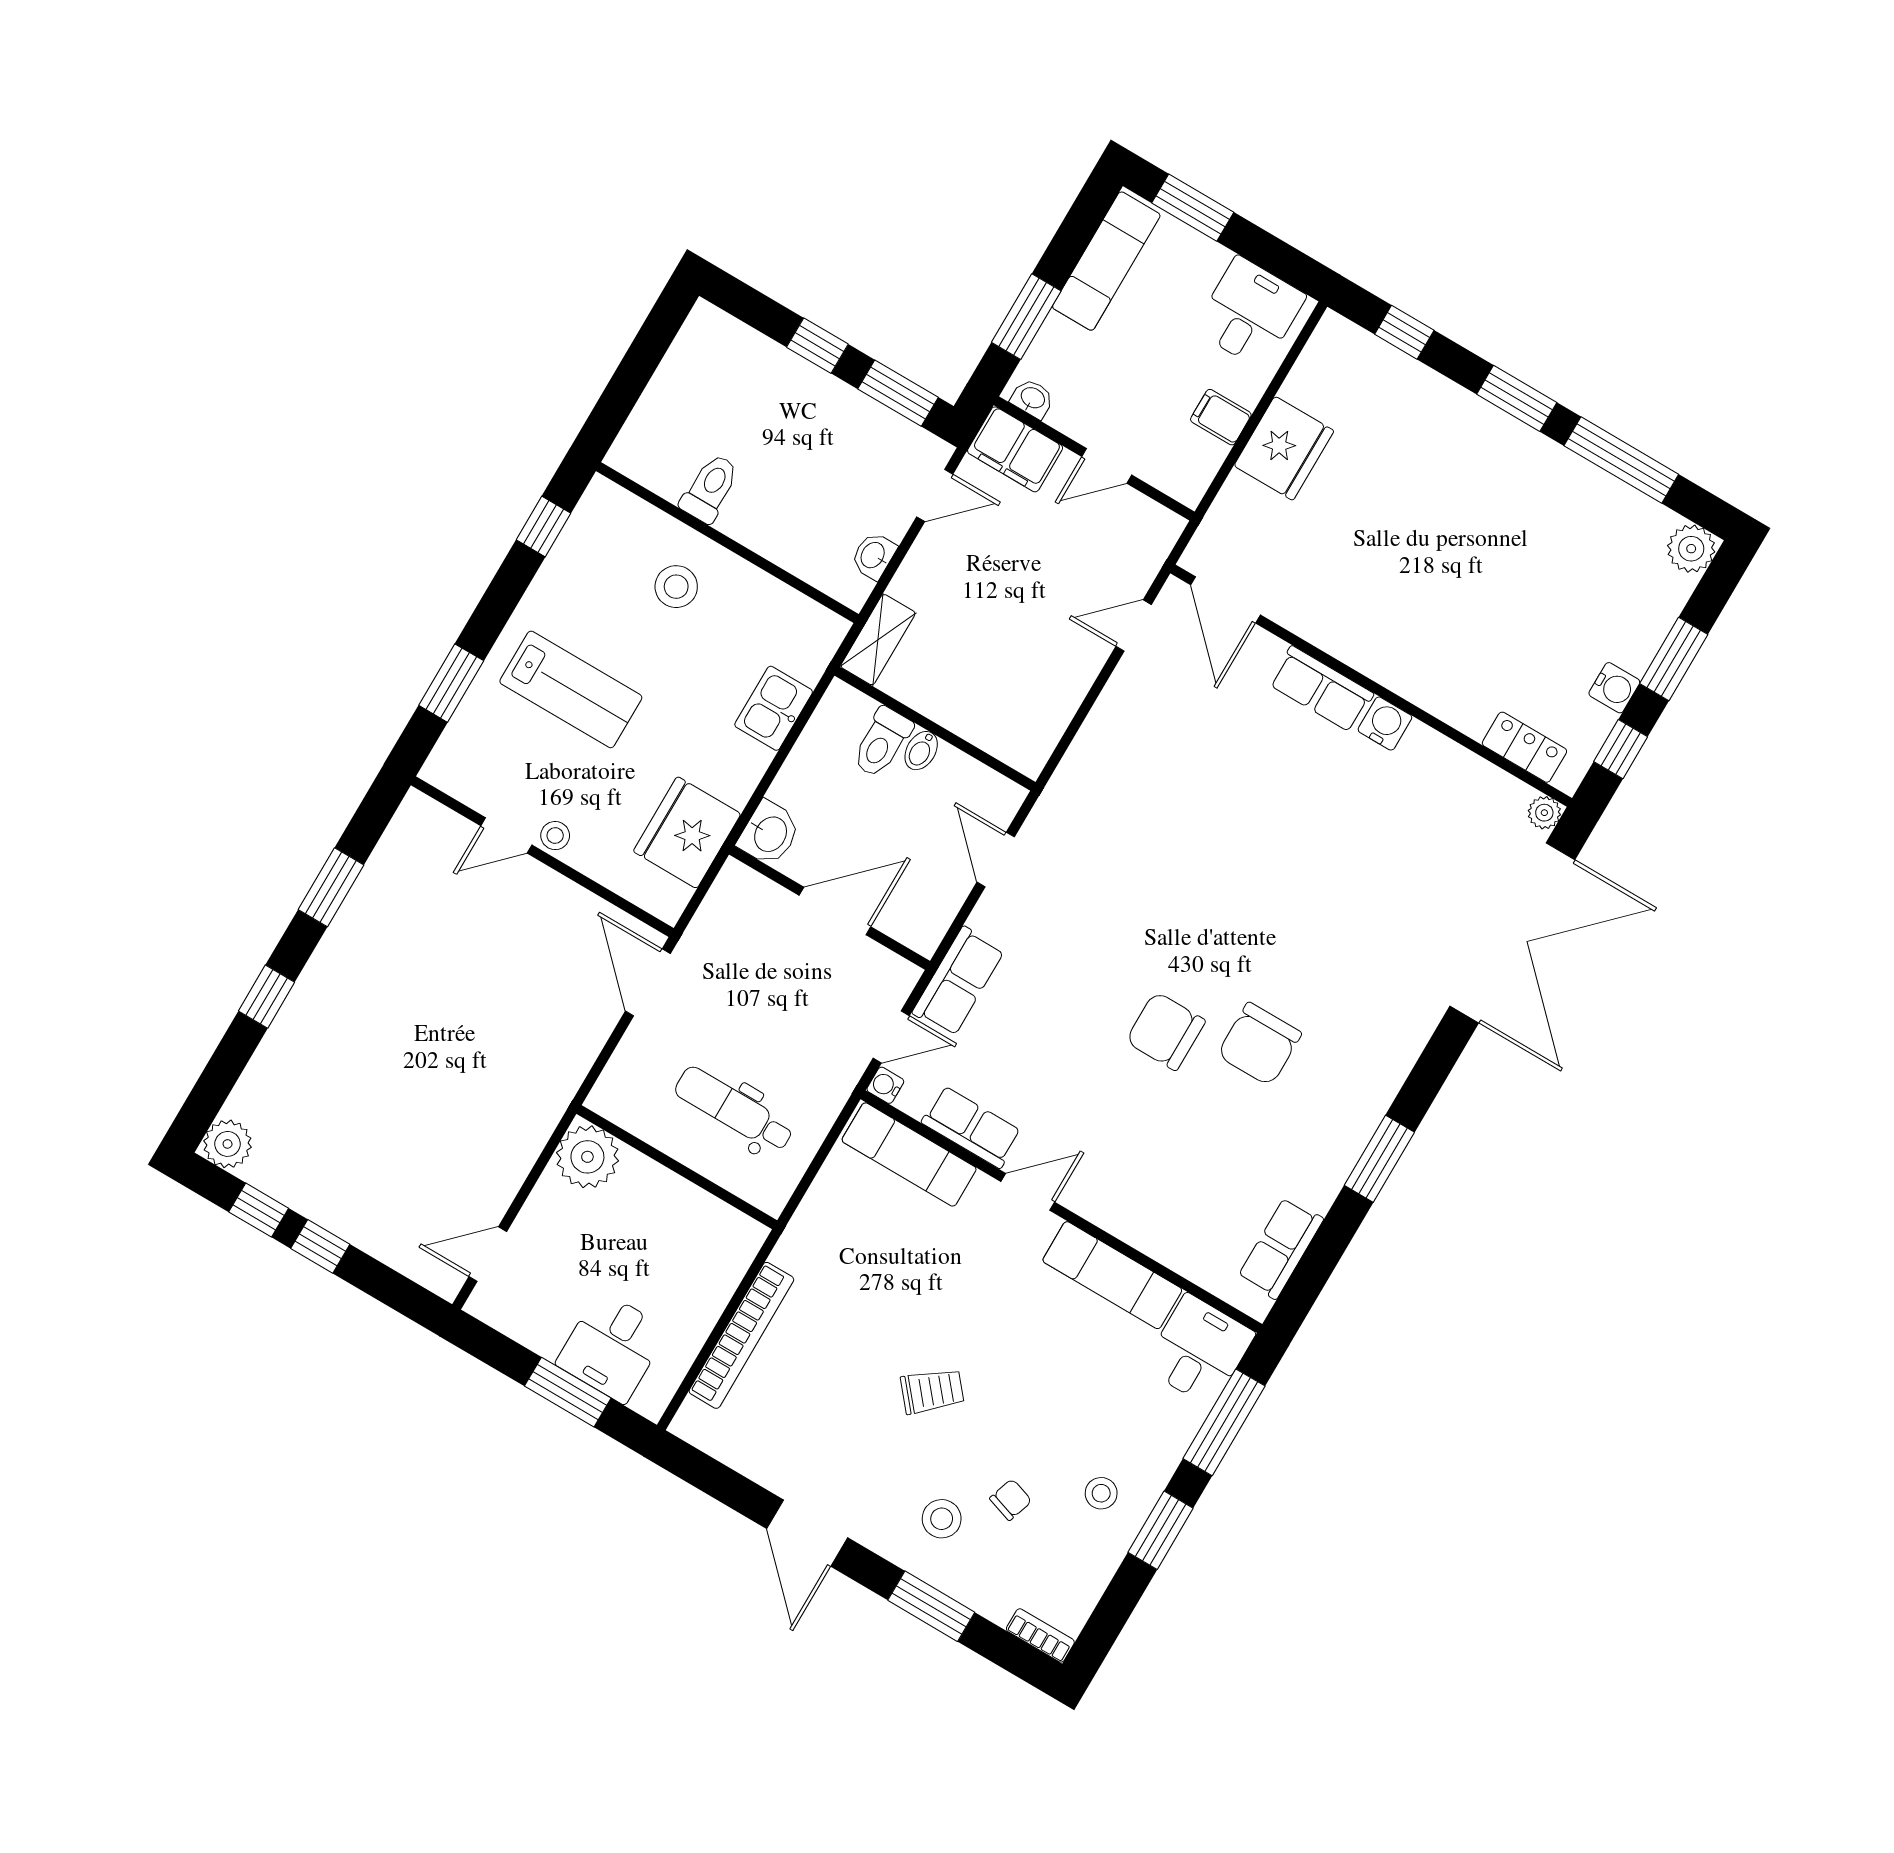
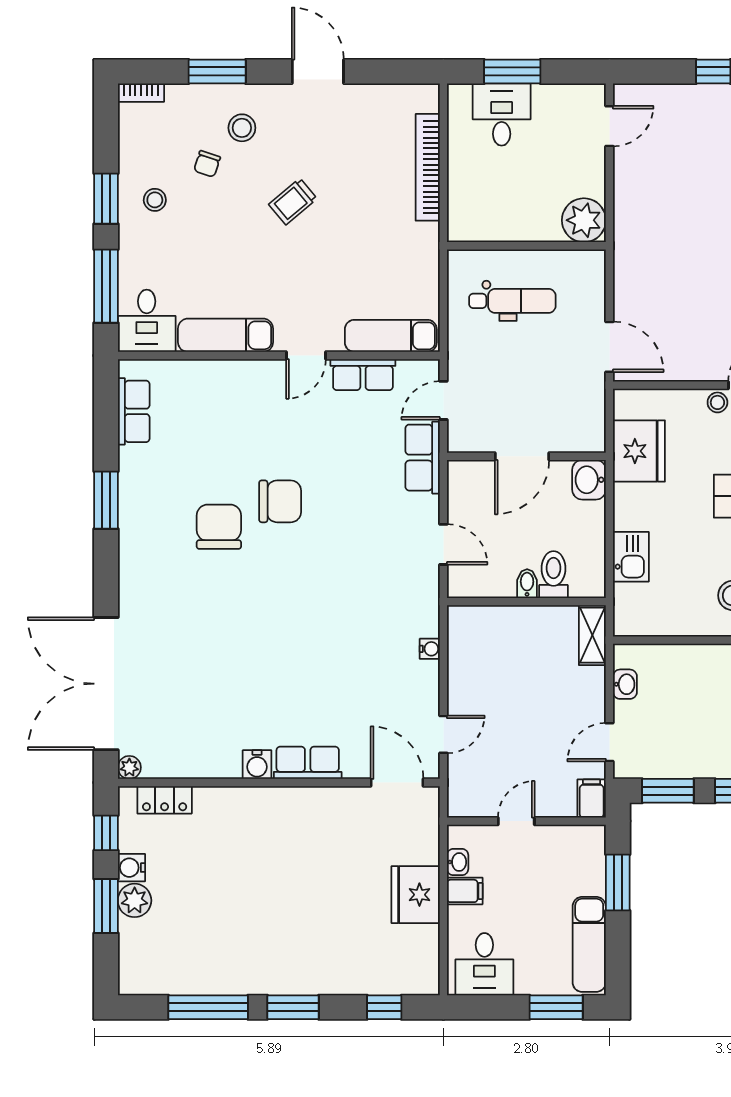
washbasin: (1032, 398) -> (458, 862), moved, turned -90
filing cabinet: (1015, 449) -> (592, 799), width x0.50
plant: (1691, 549) -> (135, 900), moved
water cooler: (885, 1085) -> (430, 649), moved

